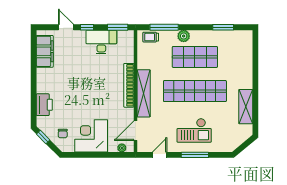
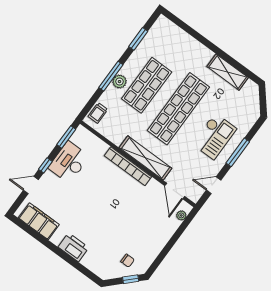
window: (164, 27) -> (111, 76), moved
printer: (44, 105) -> (73, 247), moved
corner desk: (91, 136) -> (149, 236), removed
window: (43, 137) -> (131, 279), moved
door: (160, 155) -> (214, 185), hinge flipped

